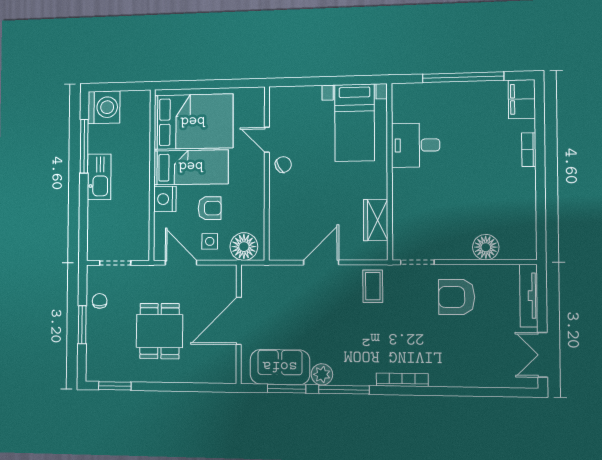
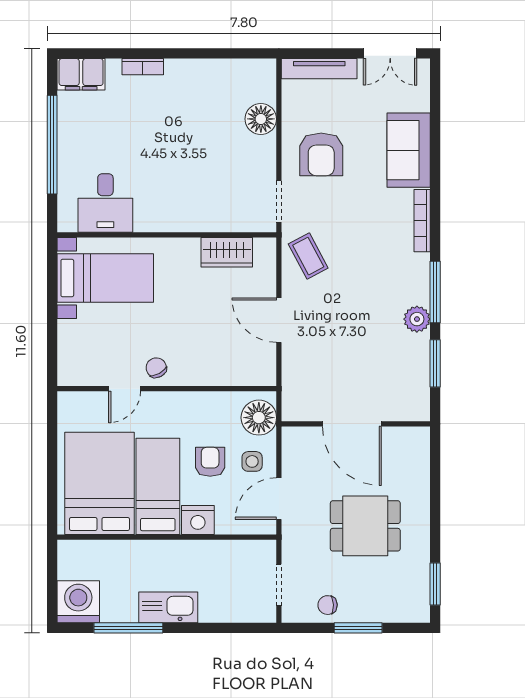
desk: (416, 145) -> (105, 203), moved
coffee table: (373, 286) -> (308, 256), turned 62
sofa: (280, 367) -> (409, 150), moved

